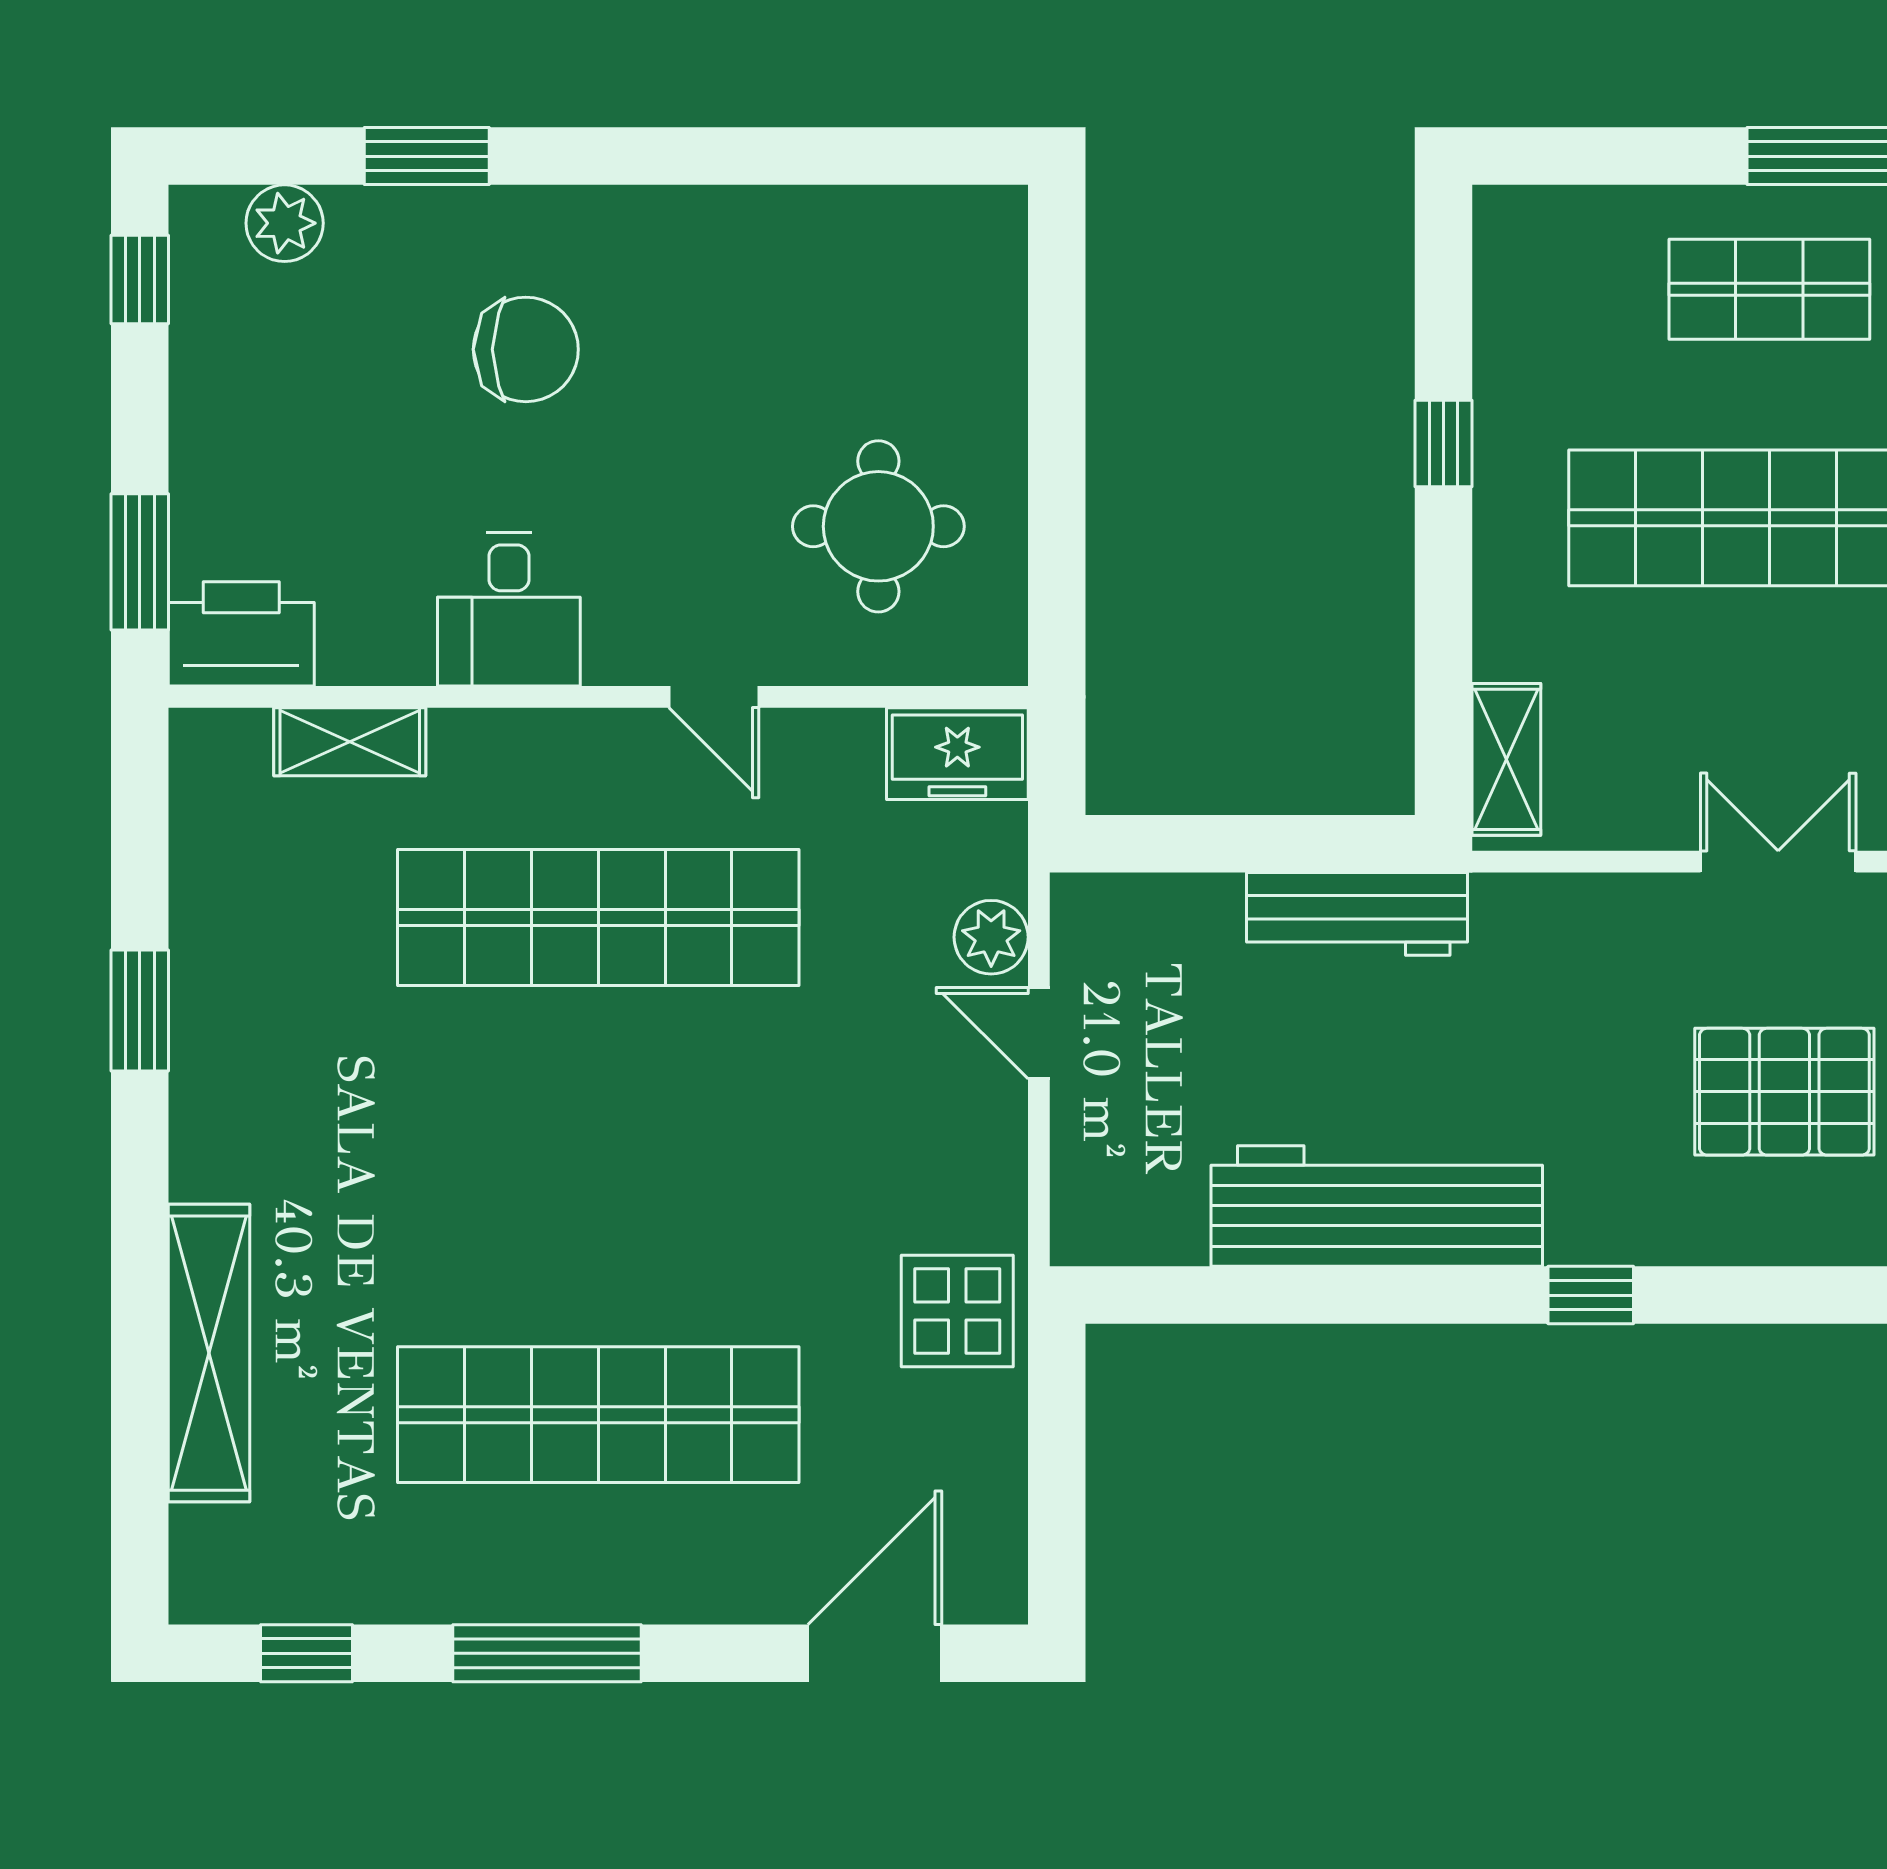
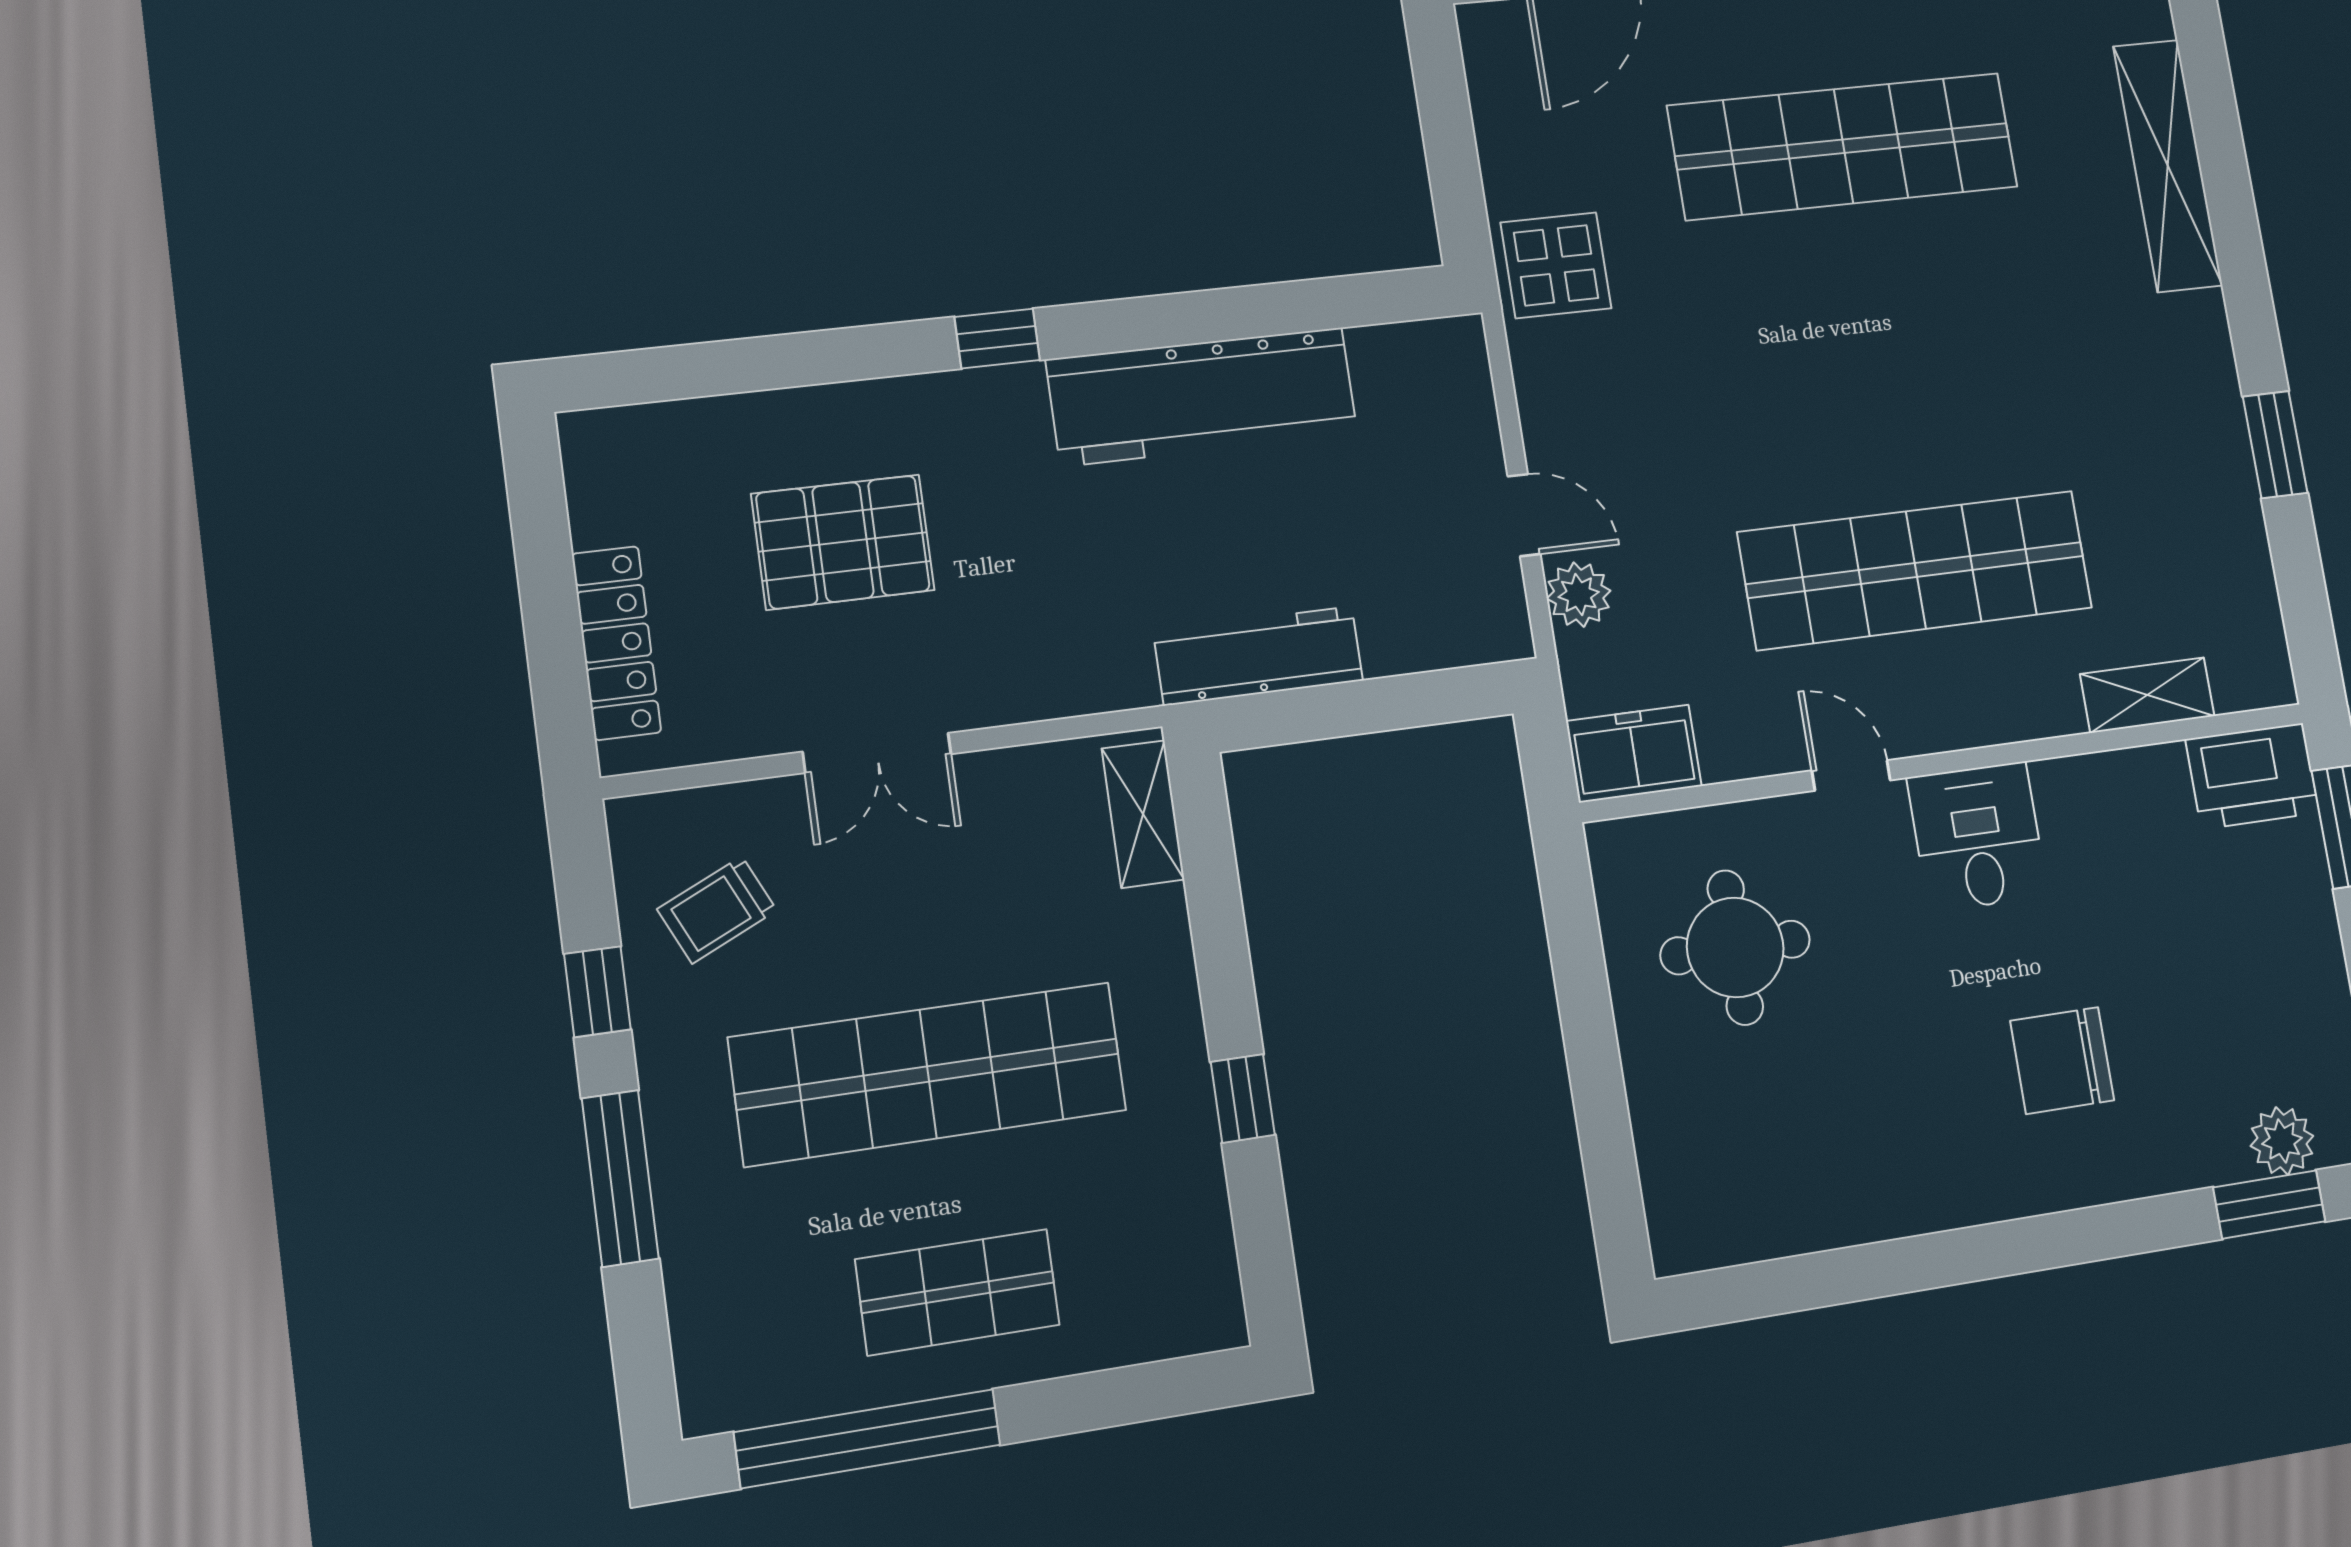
window: (427, 156) -> (2269, 1205), moved
desk: (509, 609) -> (1978, 837), moved

